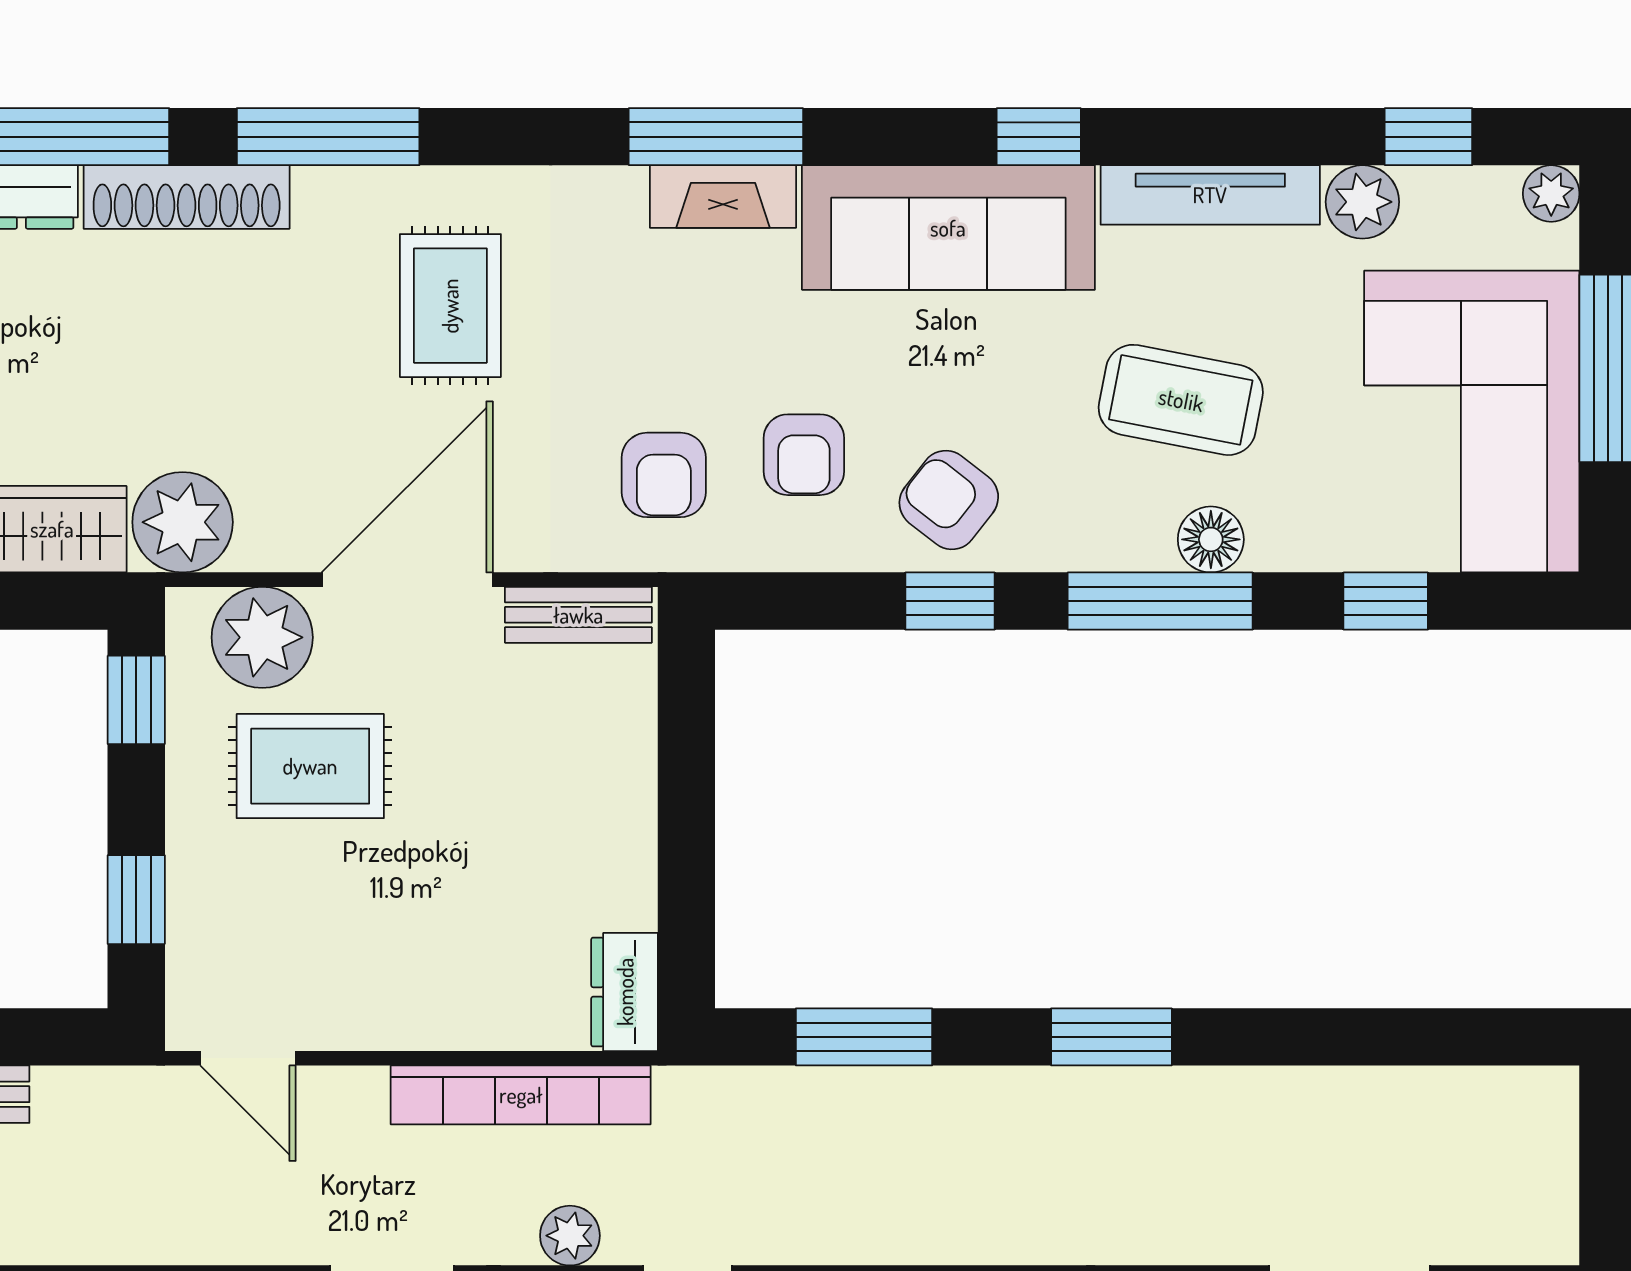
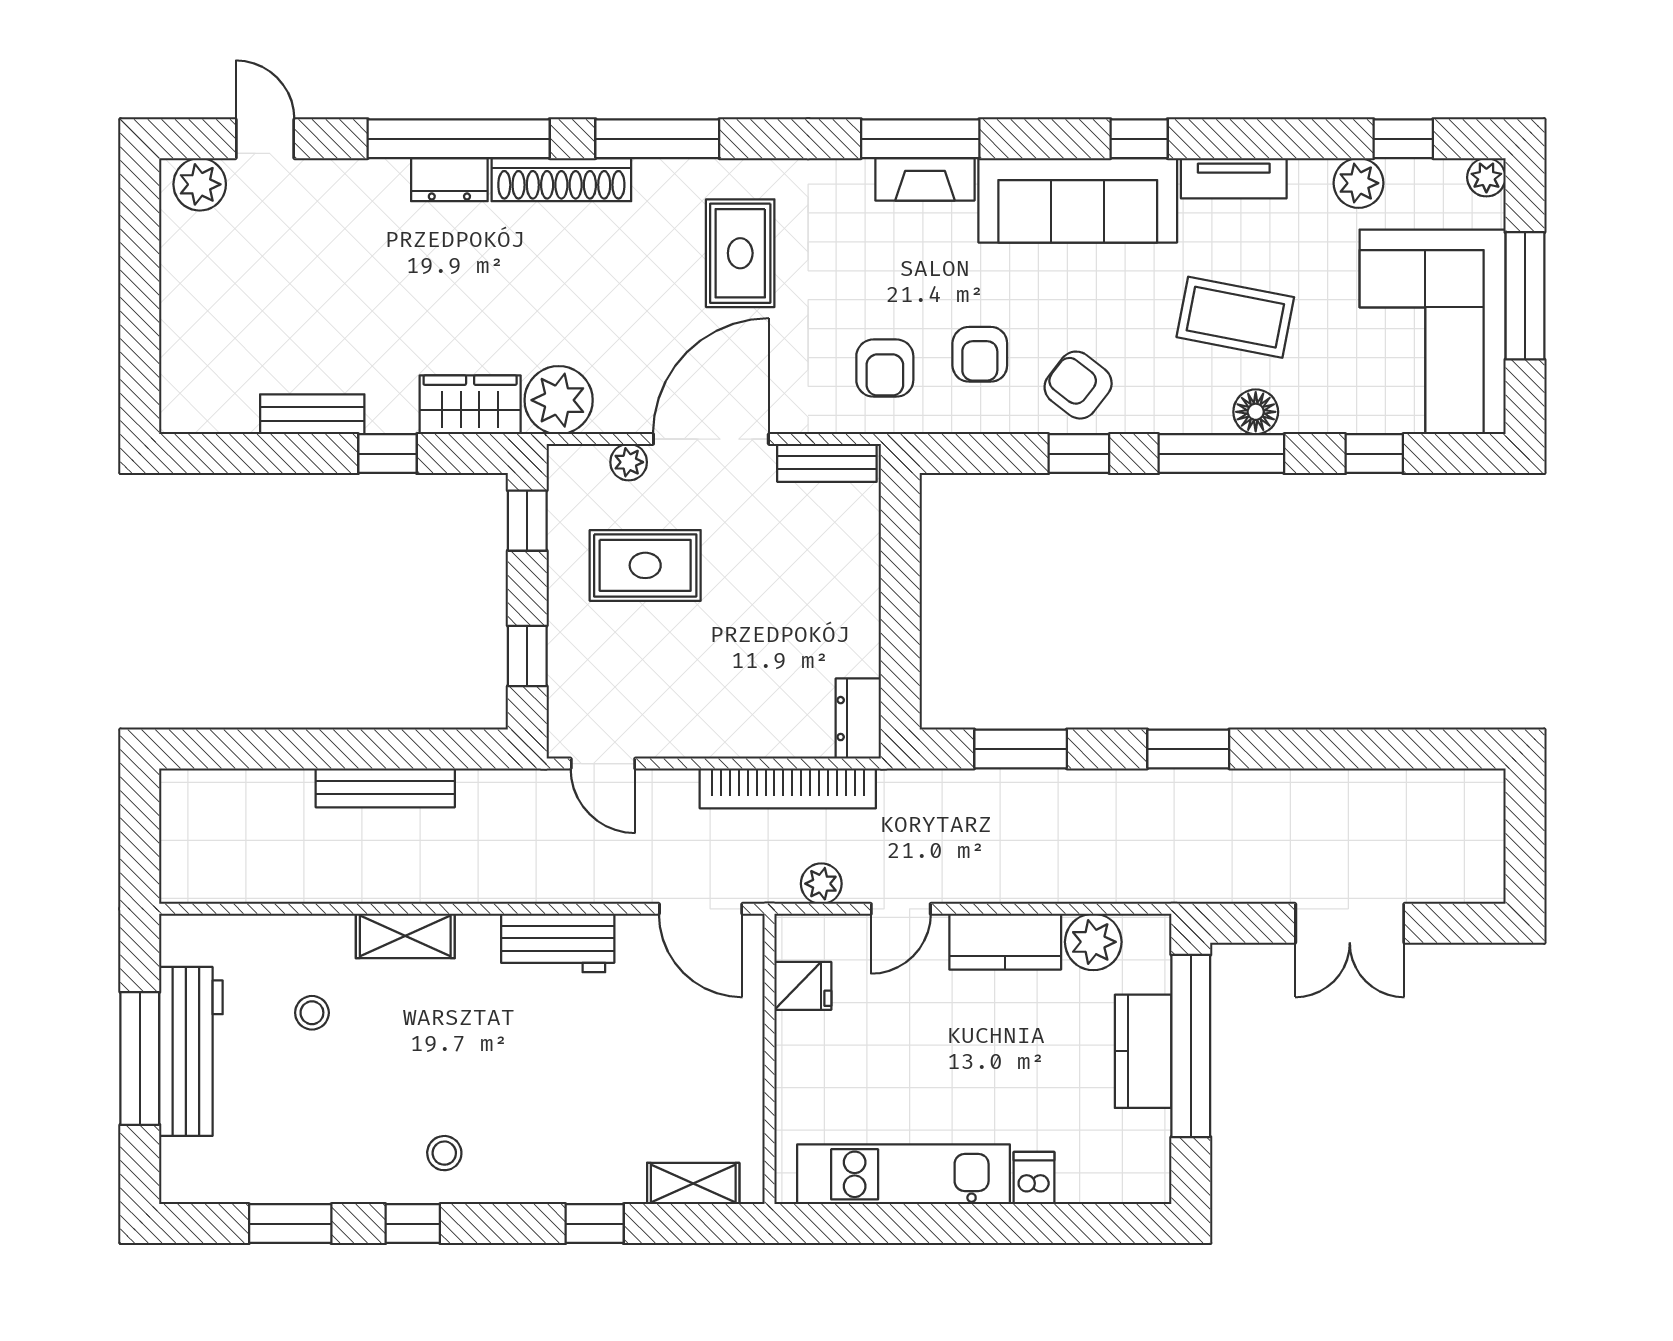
tv unit: (1210, 195) -> (1234, 178), width x0.71
plant: (262, 637) -> (629, 462), width x0.53, depth x0.53

